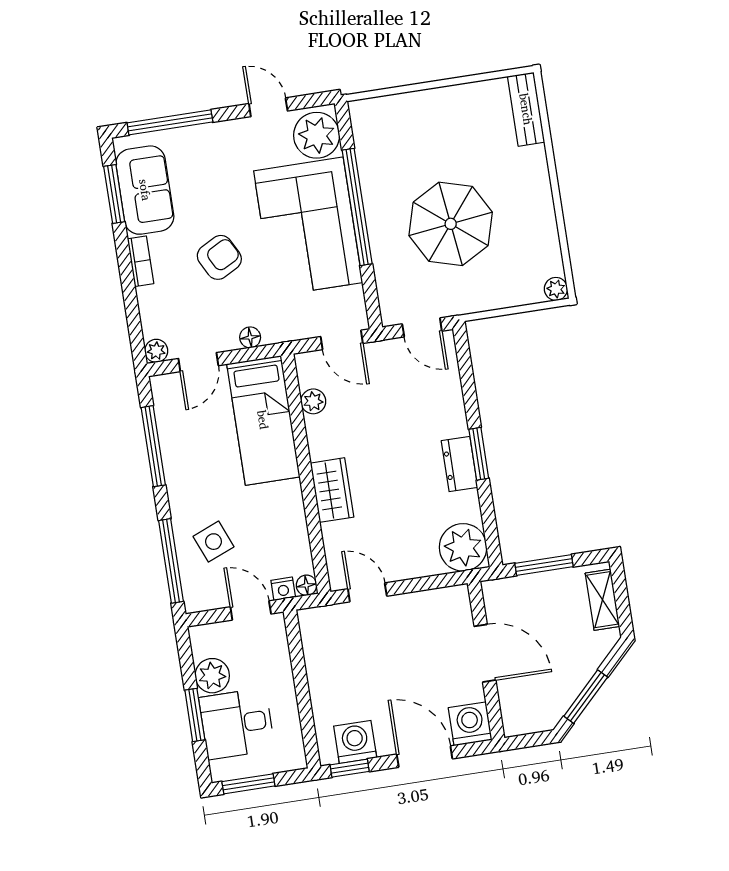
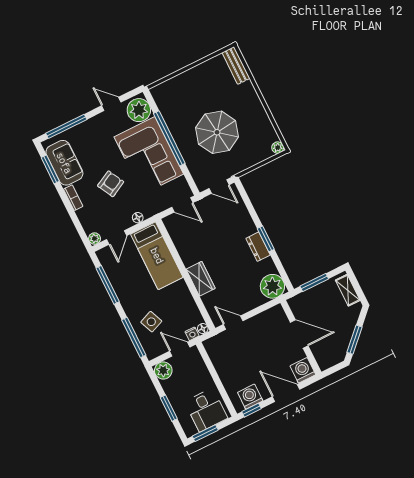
plant: (313, 401) -> (178, 239), removed
plant: (212, 676) -> (163, 371), moved
desk: (237, 724) -> (206, 410), moved, turned -90

